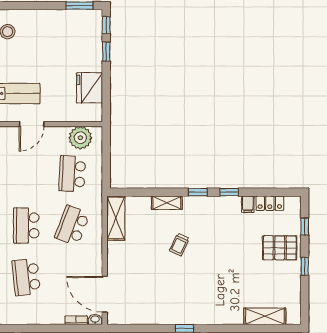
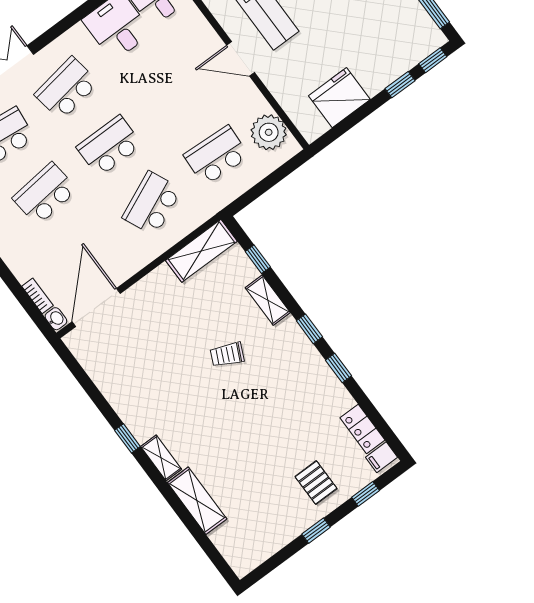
window: (142, 192) -> (258, 259), added
filing cabinet: (248, 204) -> (382, 457), moved
school desk: (72, 225) -> (152, 203), turned -45
pallet: (280, 248) -> (316, 483), width x0.67, depth x0.71
shelving: (265, 316) -> (197, 501), moved
shelving: (207, 318) -> (161, 458), added

